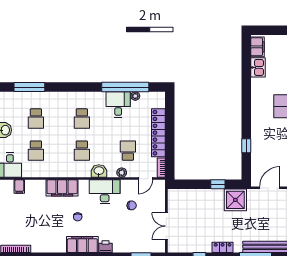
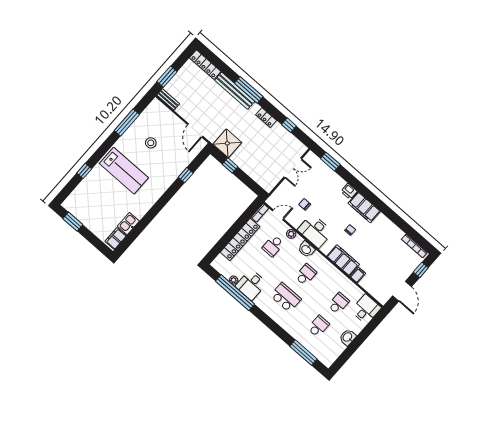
school desk: (82, 119) -> (286, 297), width x1.85
filing cabinet: (19, 187) -> (358, 275), moved
door: (270, 188) -> (195, 130), hinge flipped

